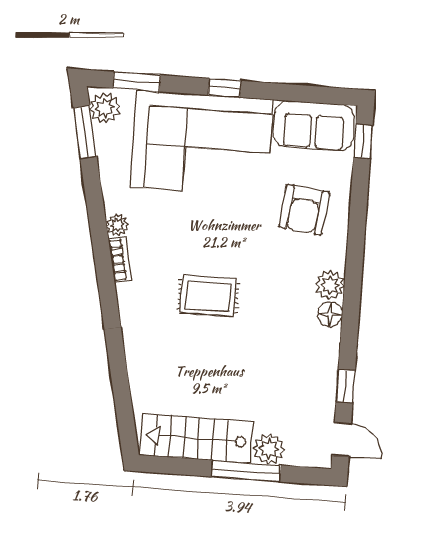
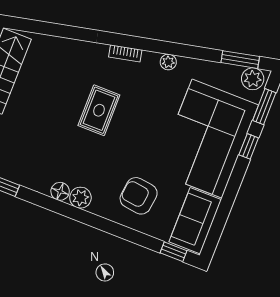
window: (225, 88) -> (249, 146), moved
bookcase: (120, 260) -> (125, 53), moved

